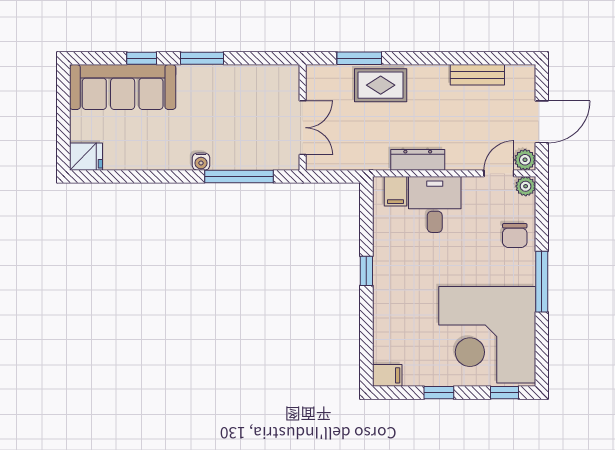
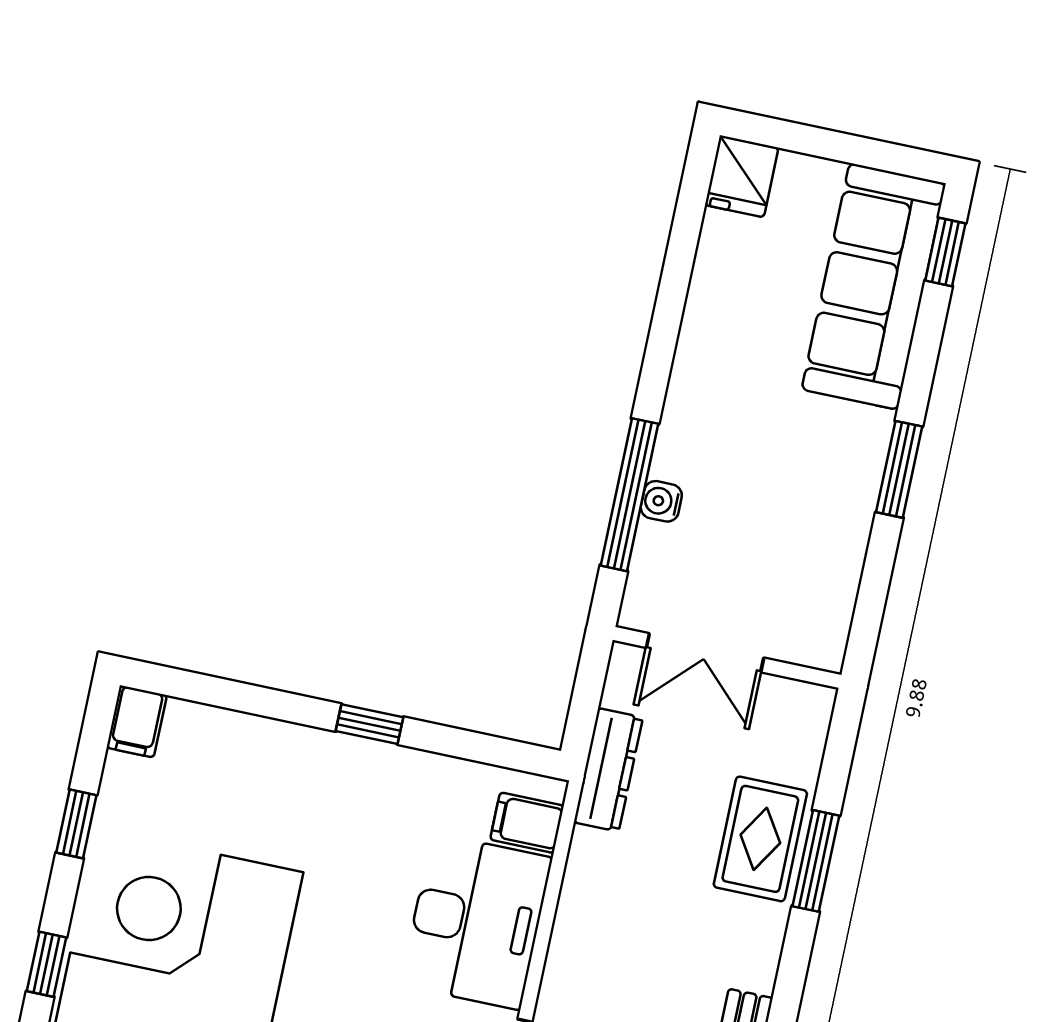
window: (142, 58) -> (945, 252), moved
window: (359, 58) -> (816, 861), moved
dresser: (418, 160) -> (608, 770), moved
water cooler: (201, 162) -> (661, 501), moved
desk: (435, 204) -> (476, 921), width x1.37

